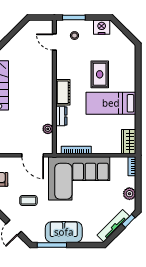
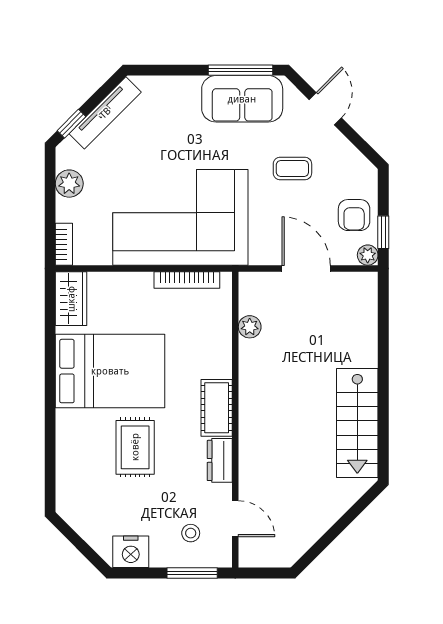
bed: (111, 103) -> (110, 371), width x1.50
dresser: (61, 116) -> (220, 460), moved
door: (33, 155) -> (306, 269), moved
sofa: (64, 232) -> (242, 99), moved

